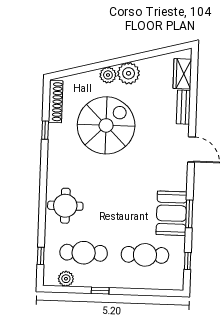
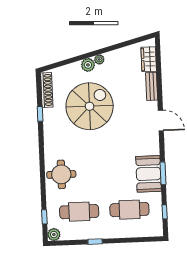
plant: (129, 73) -> (99, 59), width x0.53, depth x0.53
plant: (66, 279) -> (54, 235), moved

